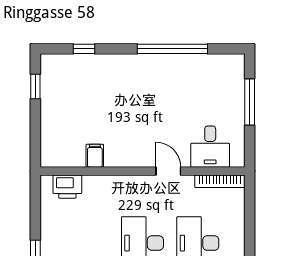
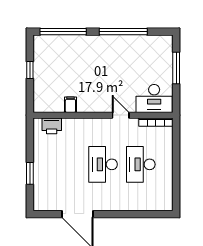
window: (84, 49) -> (63, 32), width x3.17
window: (35, 86) -> (30, 70), moved
desk: (210, 147) -> (154, 98), width x1.37

